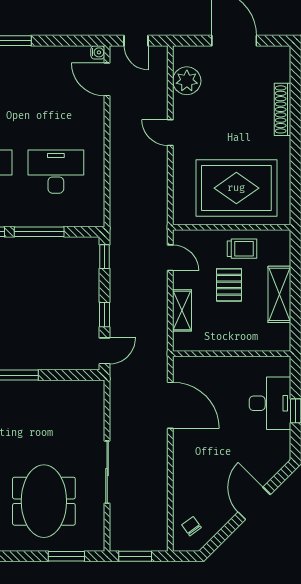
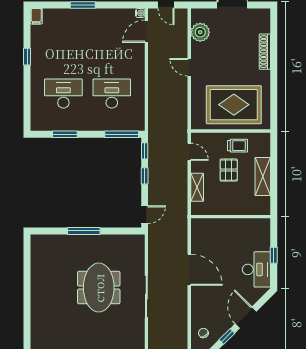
door: (107, 79) -> (146, 31), hinge flipped
window: (39, 232) -> (122, 134), moved
window: (104, 315) -> (145, 176), moved
desk: (270, 403) -> (256, 269), moved
door: (170, 405) -> (189, 270), moved
meeting table: (44, 501) -> (99, 288), moved
window: (226, 531) -> (227, 336), added

